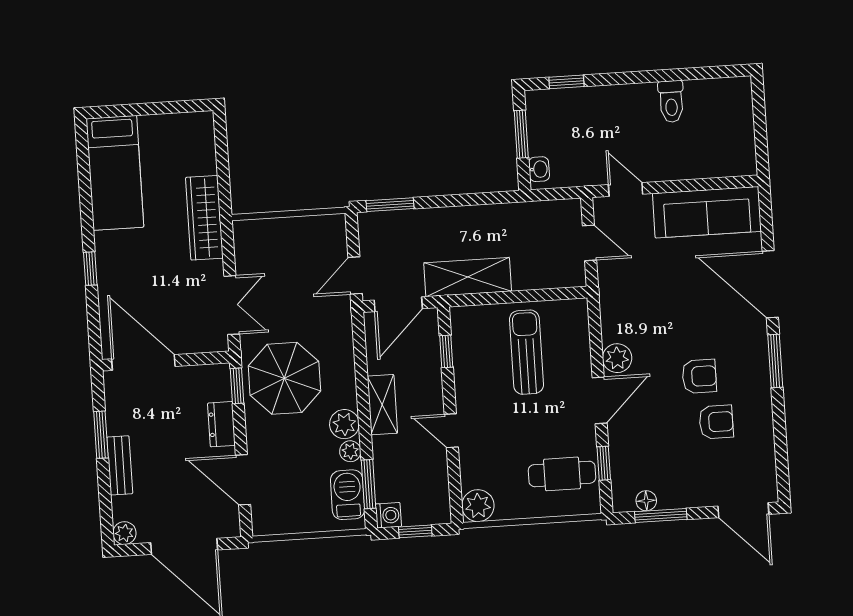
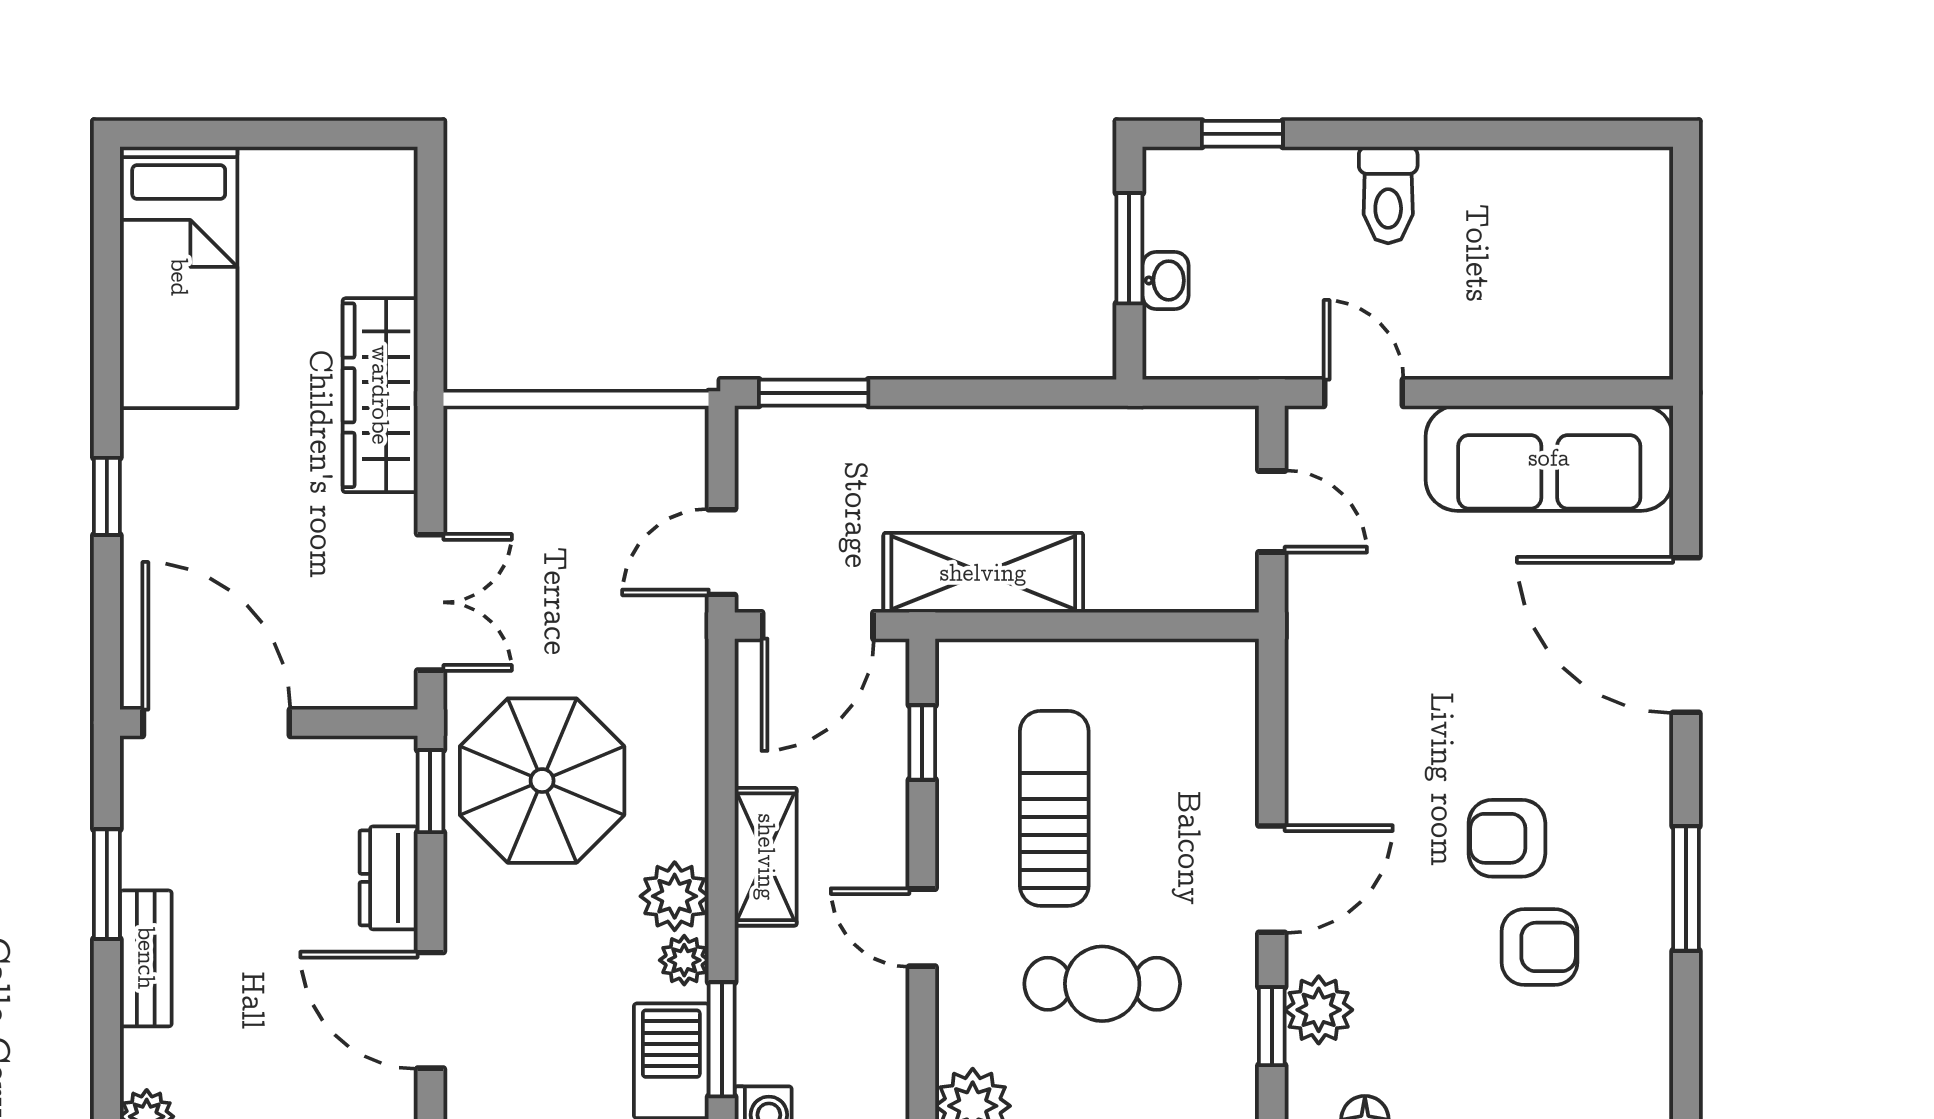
toilet: (671, 101) -> (1388, 195), moved
washbasin: (539, 169) -> (1165, 280), moved
sun lounger: (526, 352) -> (1054, 808), moved
plant: (617, 358) -> (1319, 1010), moved
window: (775, 361) -> (1686, 888), moved
armchair: (699, 376) -> (1507, 838), turned 180
cafe table: (562, 474) -> (1102, 984), moved

